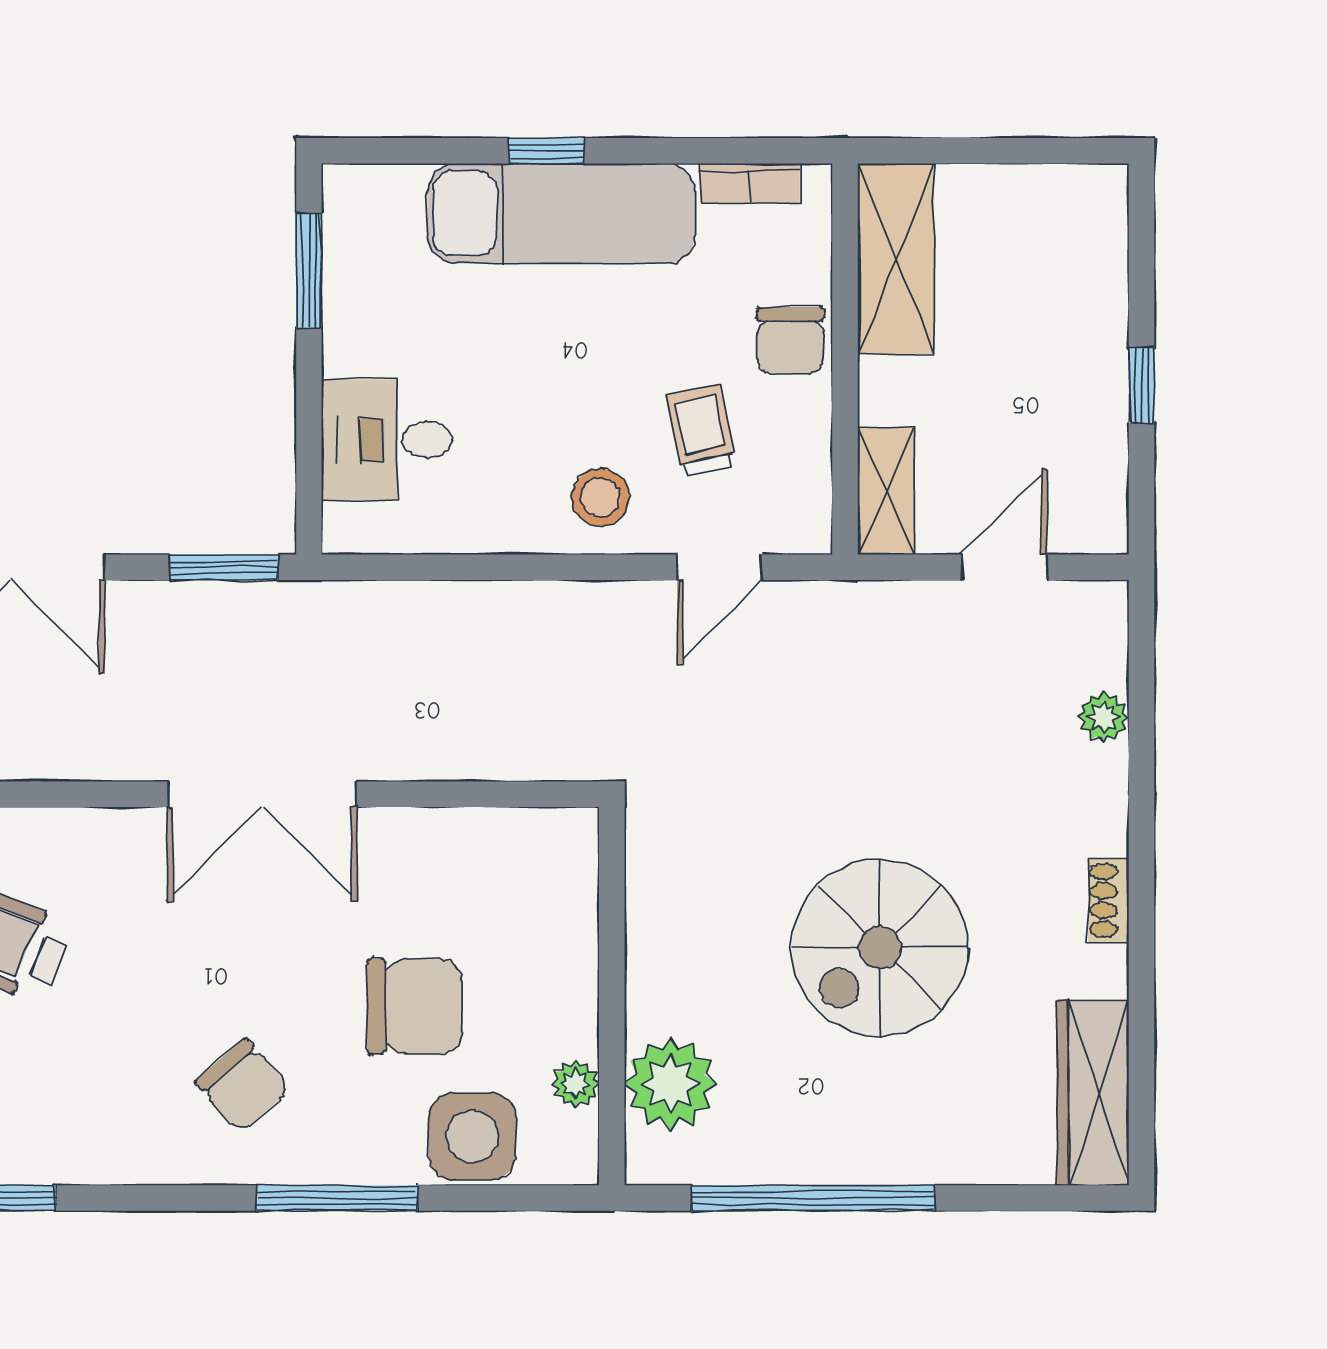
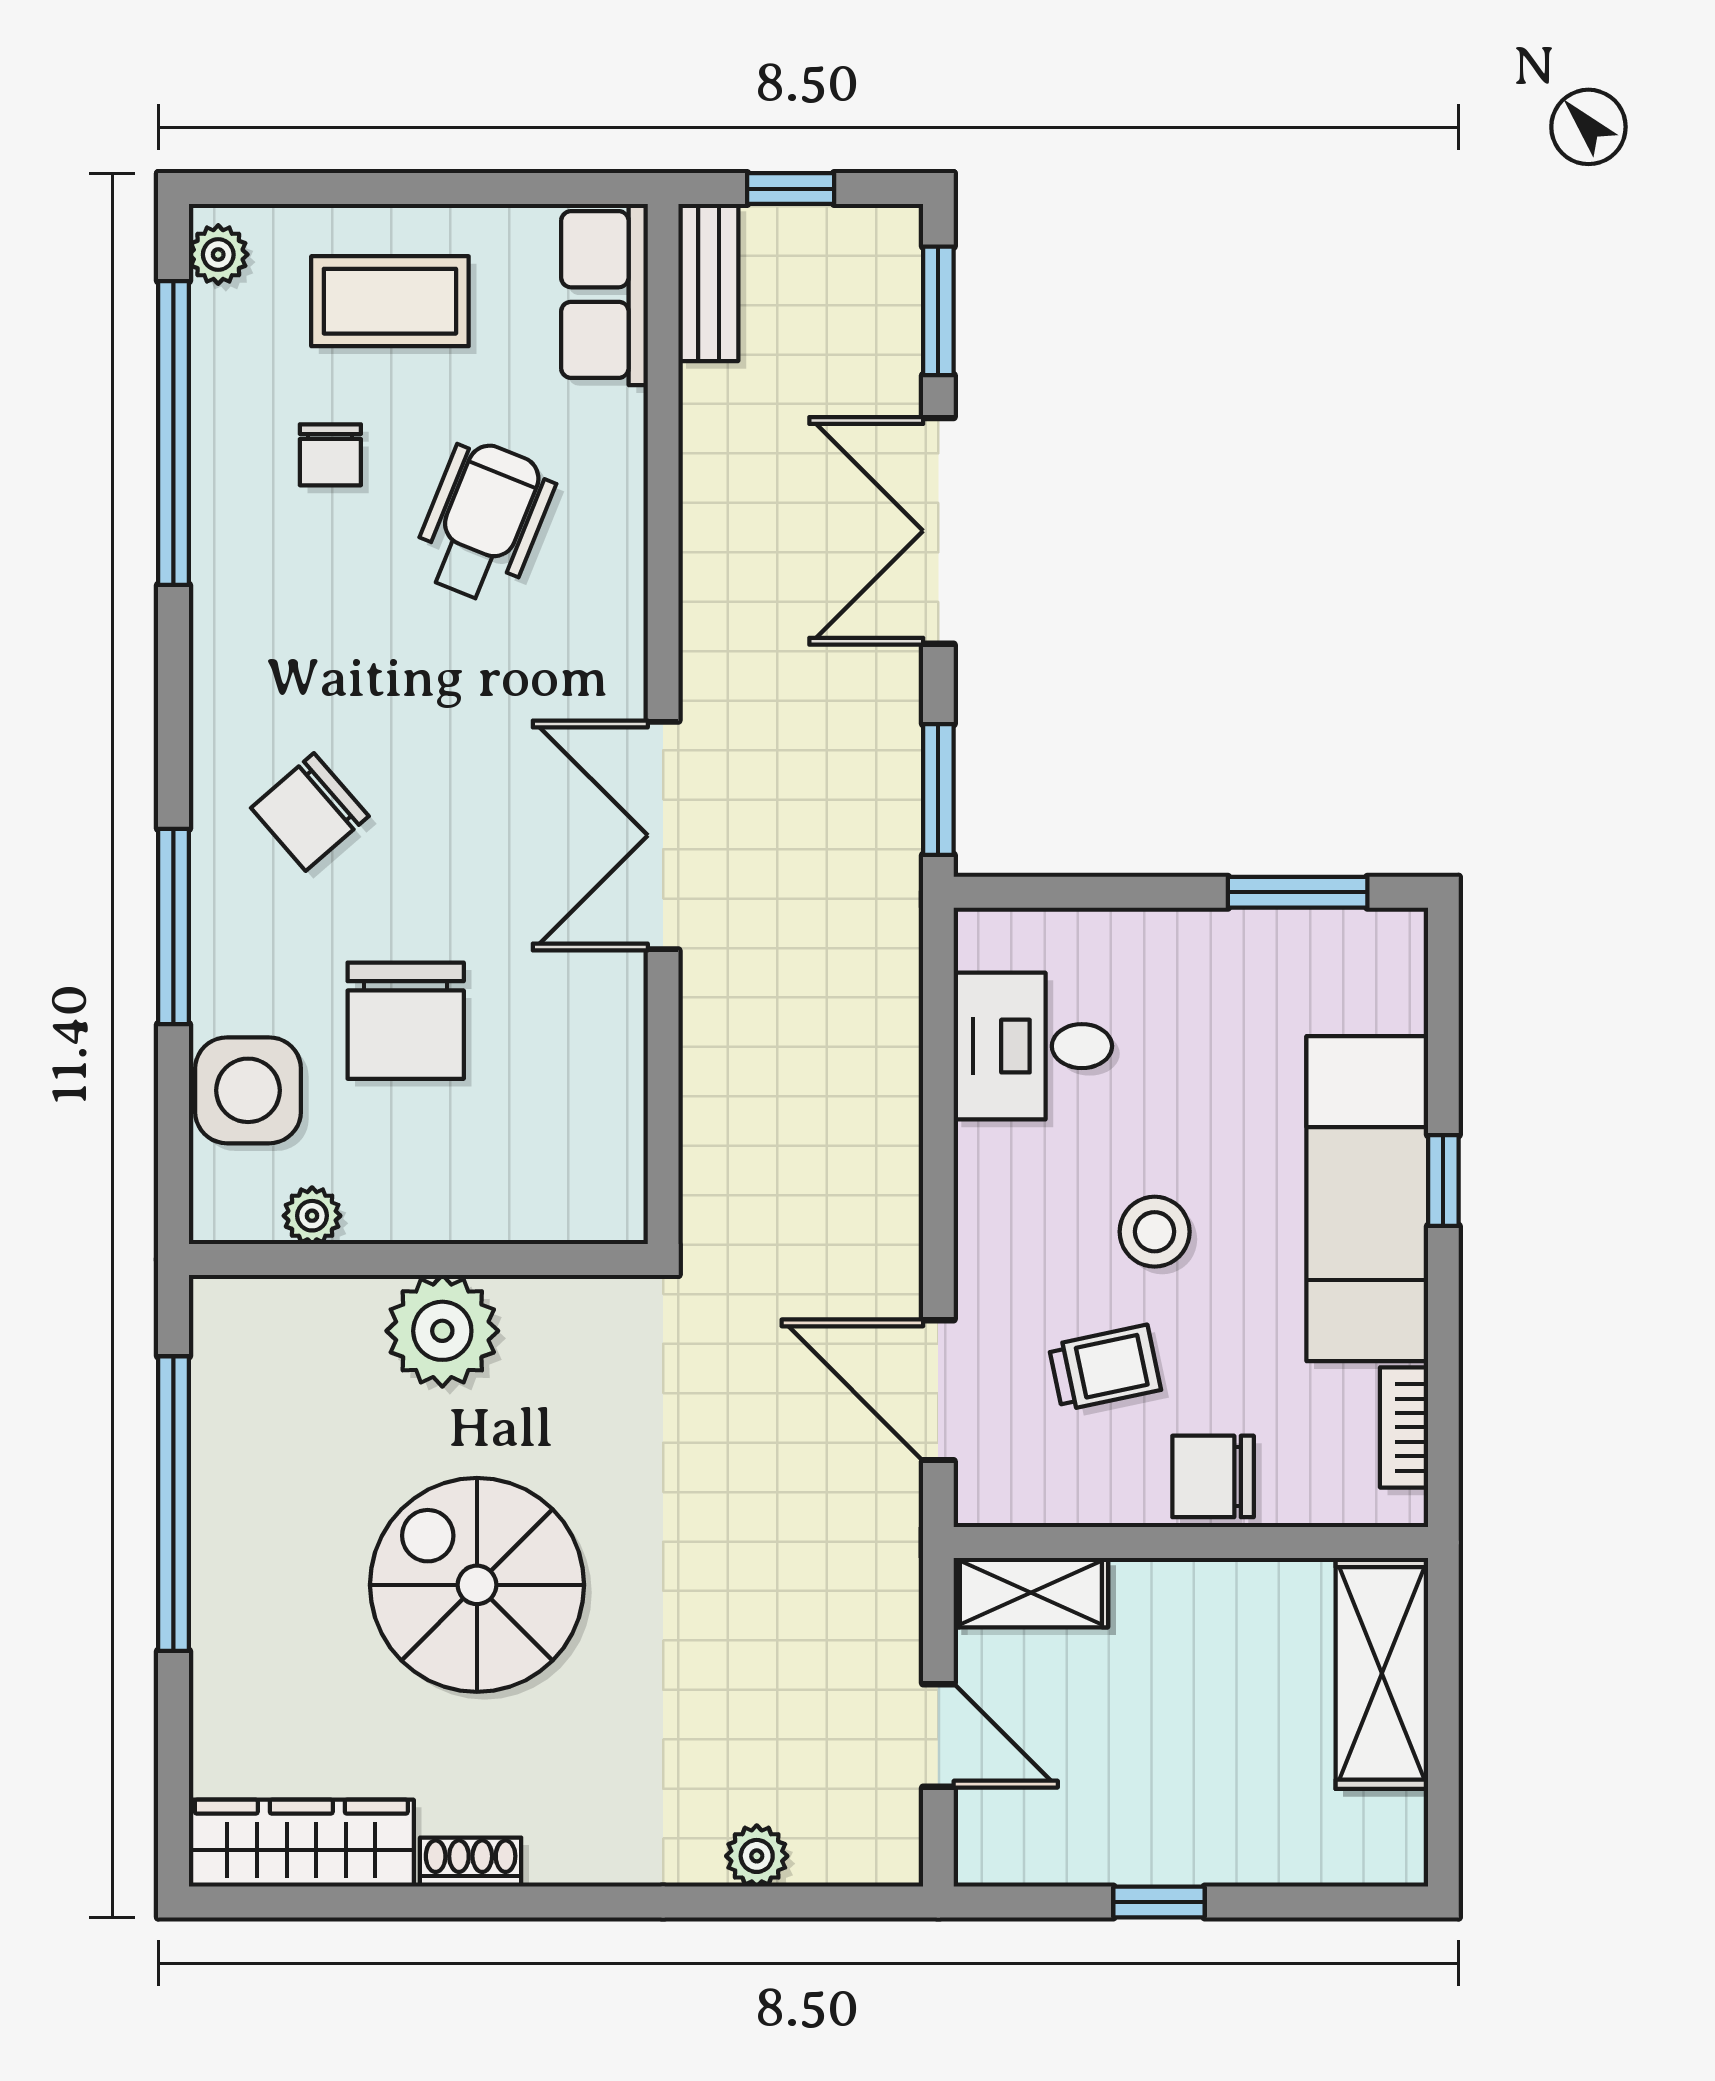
shelving: (896, 259) -> (1382, 1673), moved, turned 90
desk: (387, 440) -> (1033, 1046), moved, turned -90
stool: (601, 498) -> (1155, 1232), moved
door: (719, 567) -> (938, 1390), width x1.38
shoe rack: (1109, 900) -> (471, 1862), moved
plant: (670, 1084) -> (442, 1331), moved

